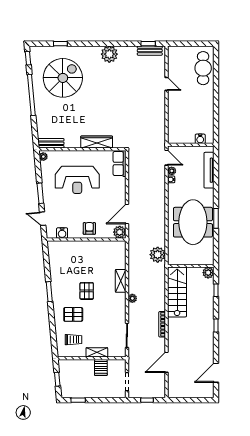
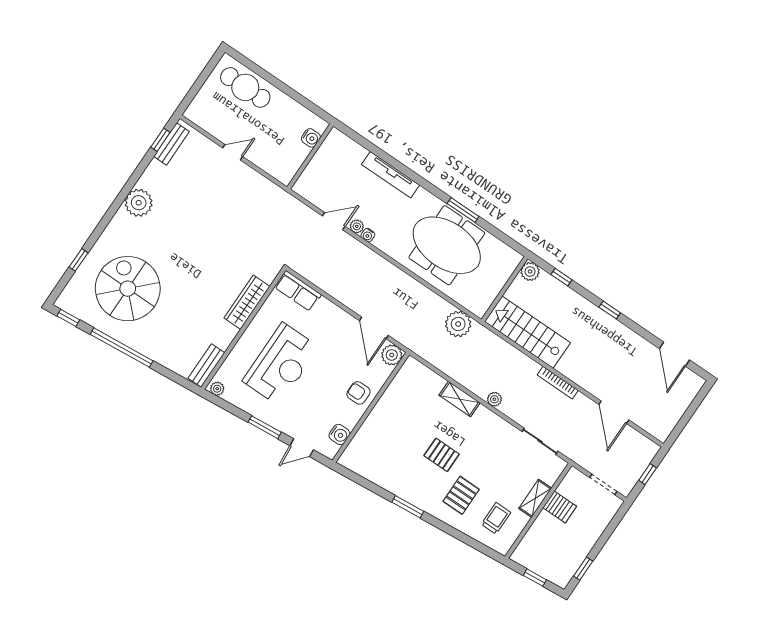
water cooler: (200, 139) -> (311, 138), moved
wall: (191, 145) -> (310, 156), moved

